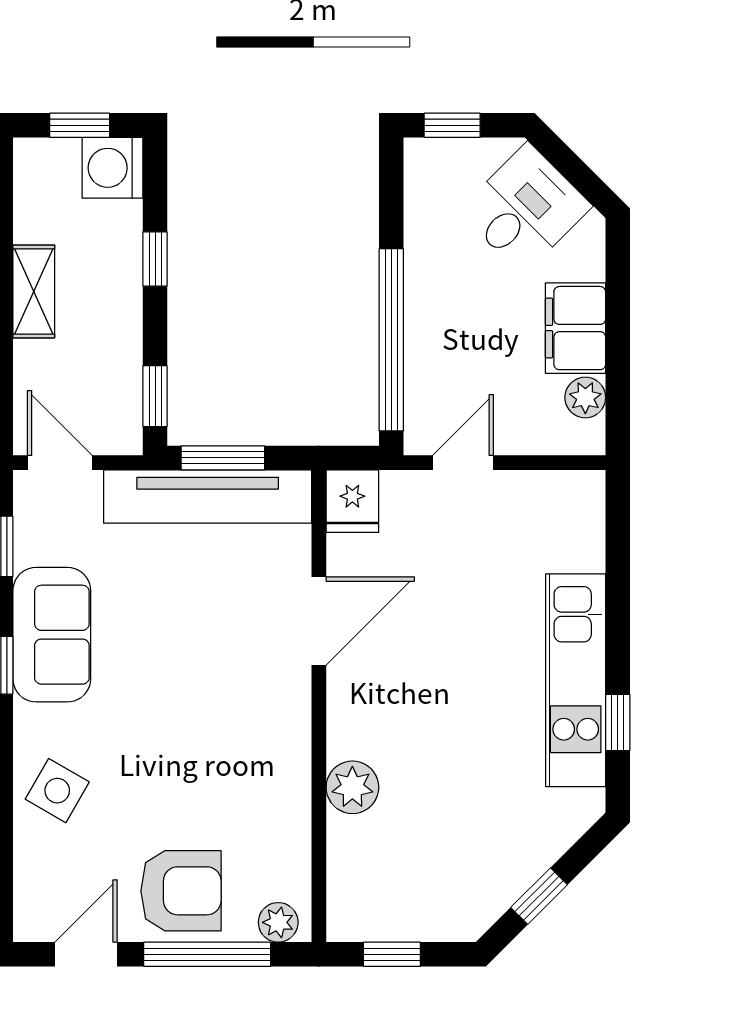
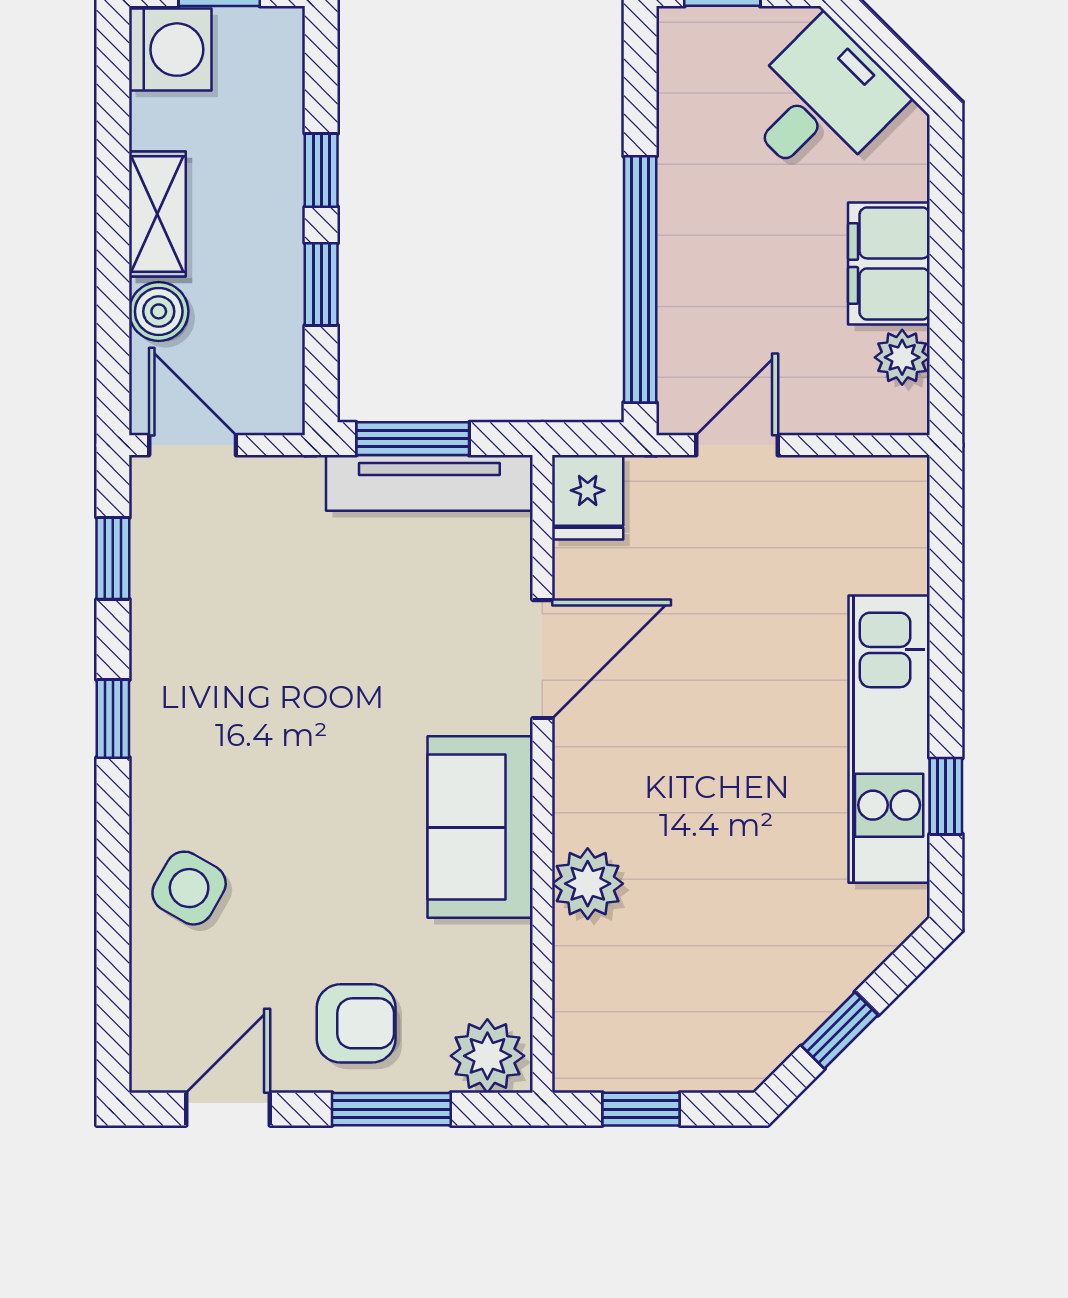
washing machine: (113, 168) -> (170, 50), moved, turned 180
boiler: (35, 364) -> (159, 311), added
window: (155, 396) -> (321, 284), moved
tv unit: (208, 497) -> (429, 483), width x0.73, depth x0.78
sofa: (52, 635) -> (480, 827), moved, turned 180
armchair: (181, 891) -> (356, 1023), width x0.72, depth x0.72
plant: (278, 922) -> (487, 1056), width x1.38, depth x1.38
window: (207, 954) -> (391, 1109), width x0.69

